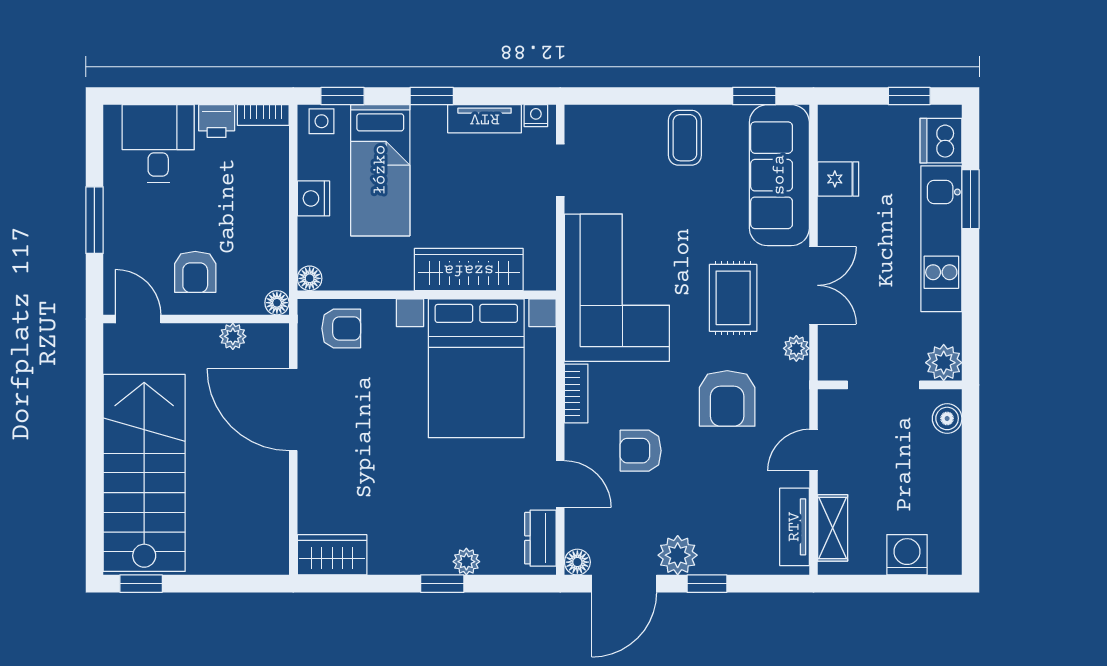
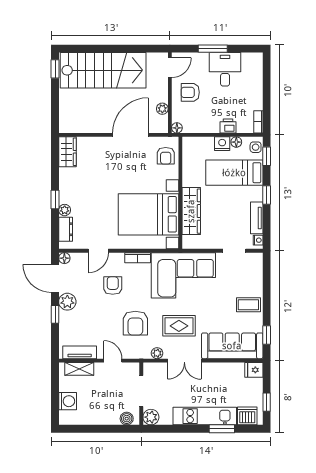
printer: (217, 121) -> (228, 126), moved, turned 90
desk: (158, 144) -> (225, 69), moved, turned -90
fridge: (838, 179) -> (254, 370), moved, turned 90
floor lamp: (310, 278) -> (236, 142), moved
armchair: (727, 398) -> (135, 323), turned -90
dresser: (540, 538) -> (66, 229), moved, turned 90

